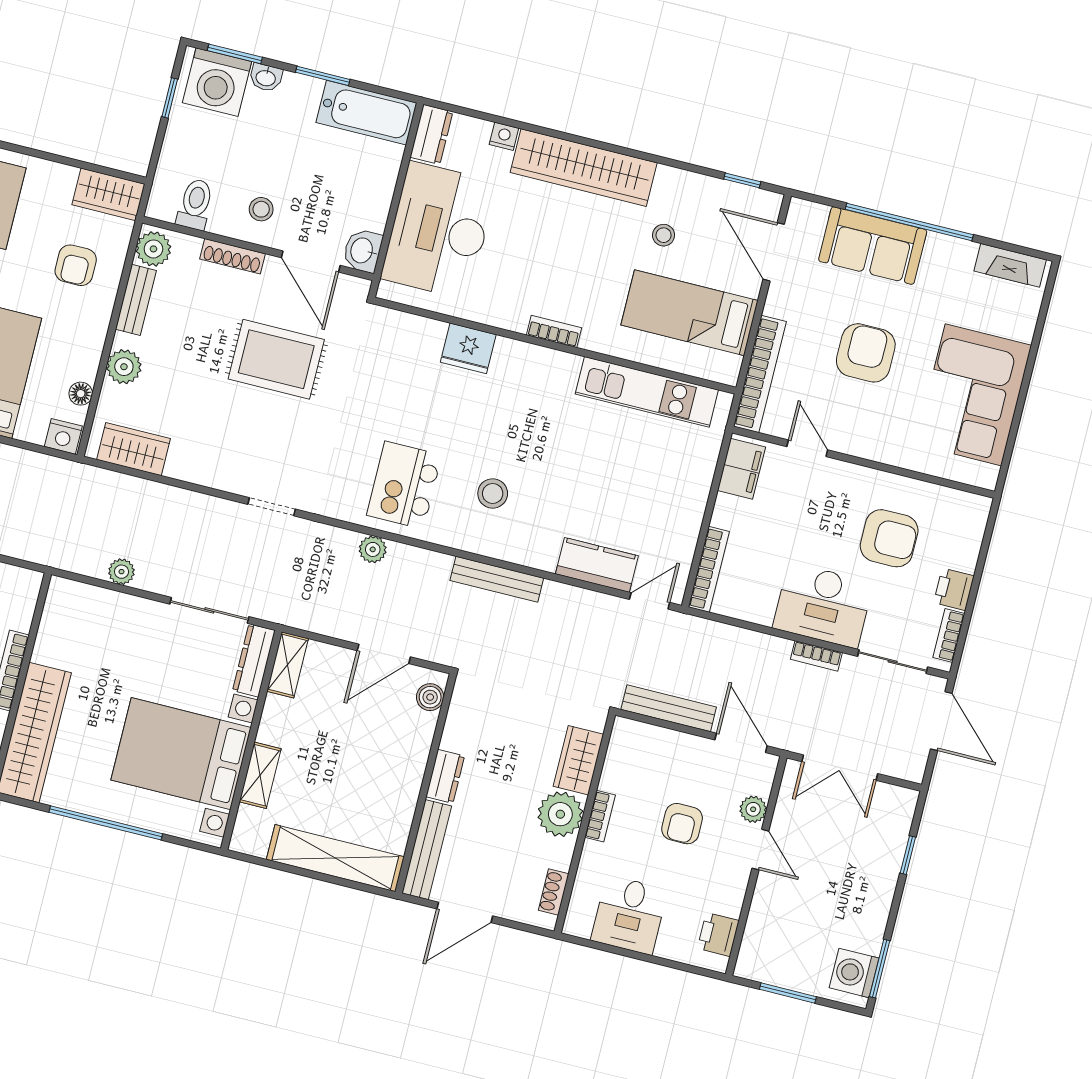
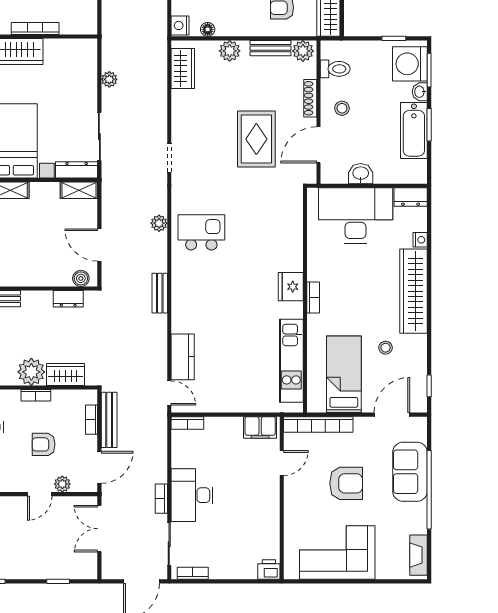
bathtub: (366, 113) -> (414, 130), moved
washbasin: (363, 251) -> (361, 174), moved
fridge: (468, 348) -> (291, 287), moved
stool: (493, 493) -> (209, 285), removed
armchair: (889, 538) -> (241, 524), removed
bookcase: (709, 569) -> (187, 423), width x0.64
bench: (497, 579) -> (160, 293), width x0.73
printer: (954, 589) -> (269, 569), moved
bookcase: (661, 736) -> (92, 420), added
dresser: (445, 776) -> (68, 299), moved

